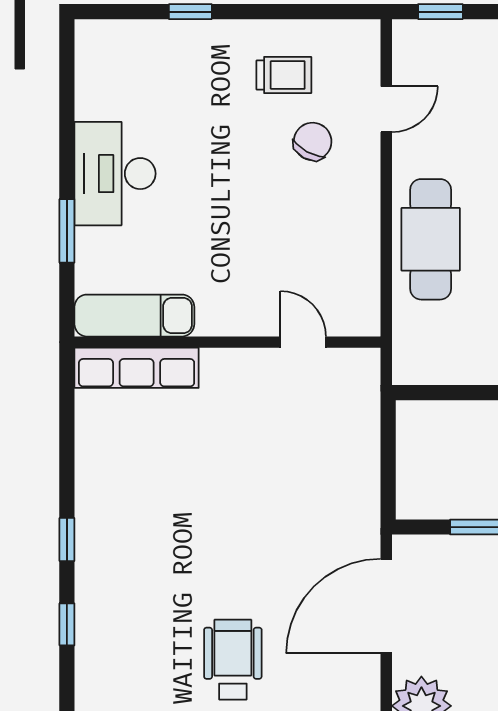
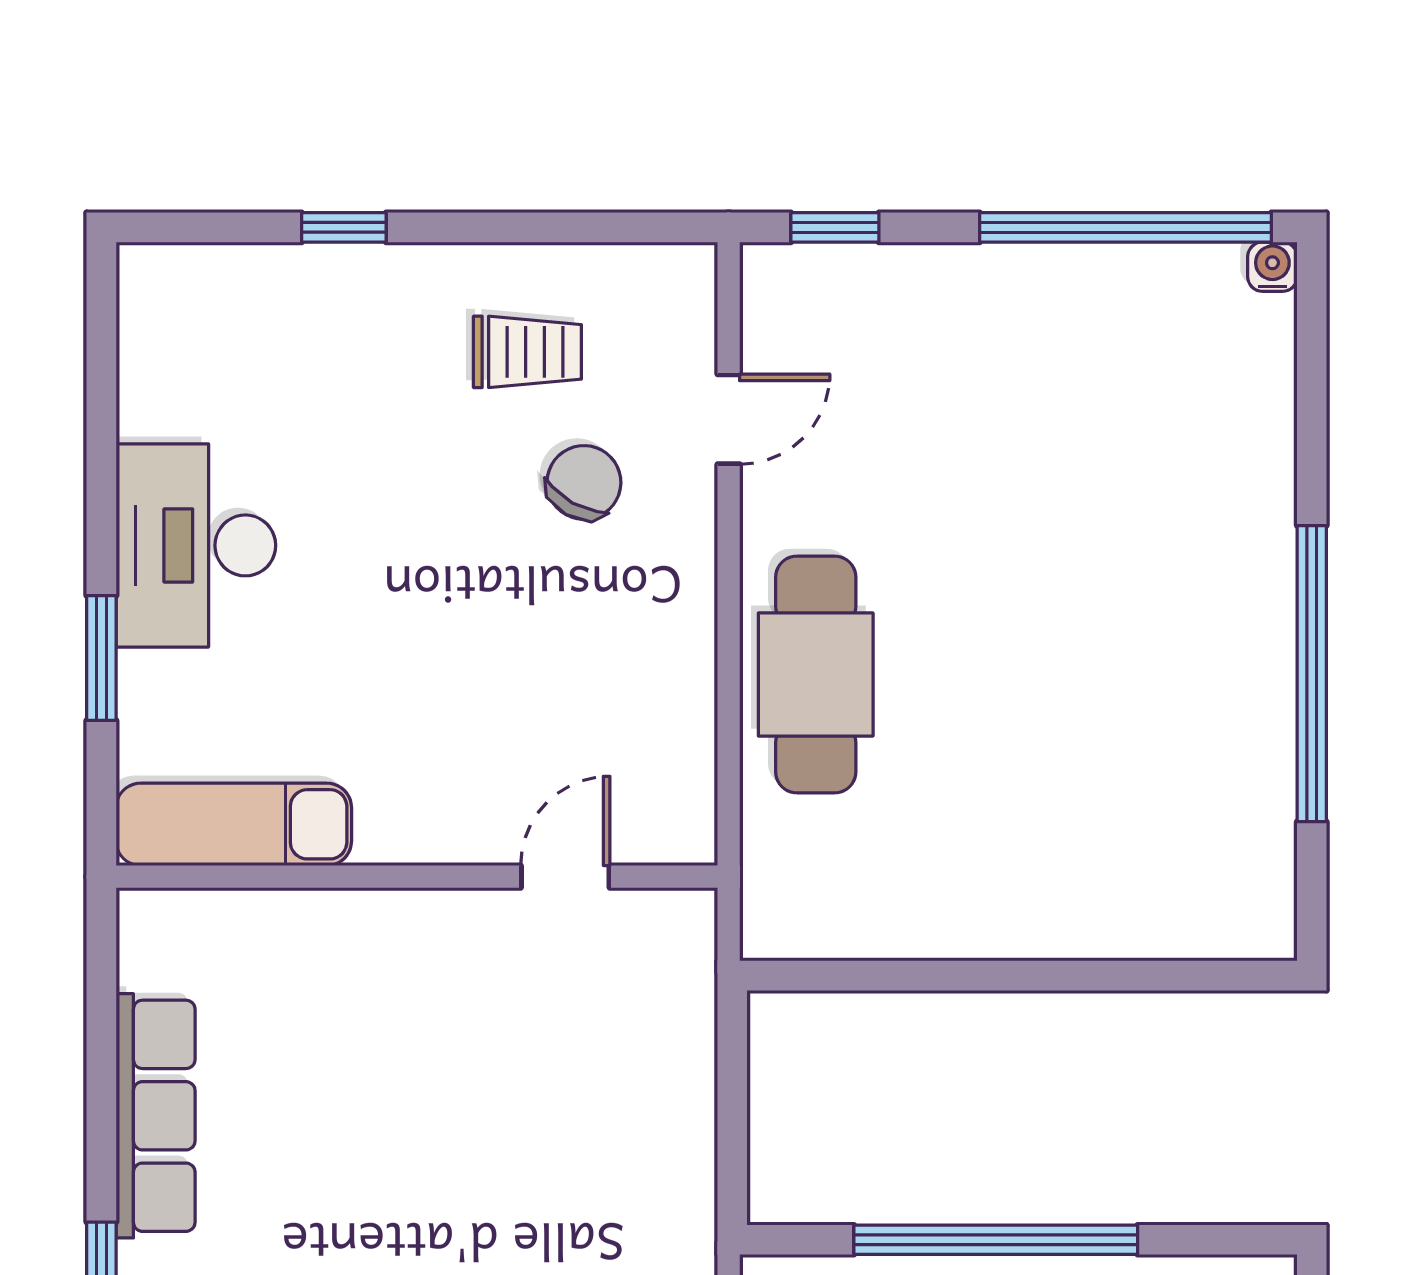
door: (303, 342) -> (565, 877), hinge flipped
row of seats: (137, 368) -> (156, 1116), moved, turned -90

